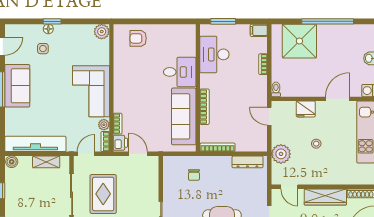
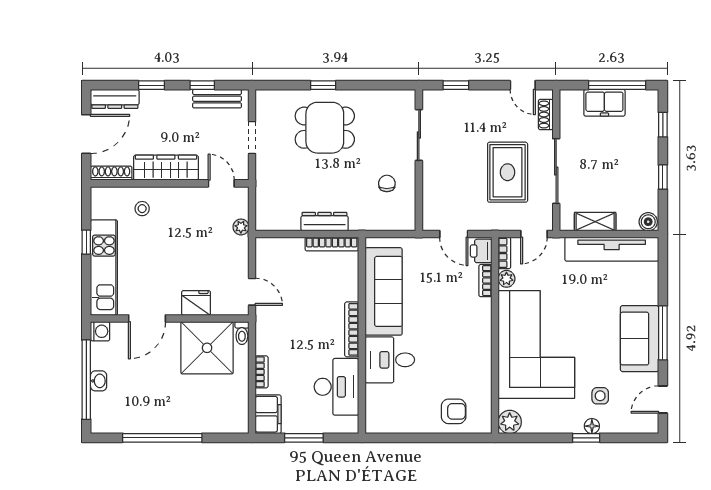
window: (223, 21) -> (304, 438), moved
filing cabinet: (259, 30) -> (268, 414), width x2.00
shower: (299, 41) -> (207, 348), moved
corner sofa: (91, 91) -> (536, 344), width x1.36, depth x1.36
bookcase: (205, 107) -> (352, 329), moved
stool: (316, 144) -> (142, 209), moved
plant: (281, 154) -> (241, 227), width x0.53, depth x0.53
dresser: (247, 162) -> (325, 222), moved
chair: (194, 175) -> (387, 183), moved

